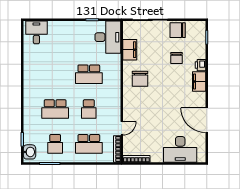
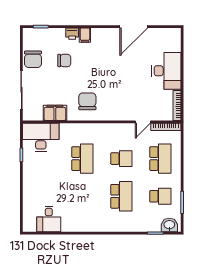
desk: (36, 32) -> (49, 219), moved, turned -90
chair: (140, 79) -> (87, 101), turned -90
filing cabinet: (199, 81) -> (85, 35), width x0.50
door: (122, 128) -> (143, 122), swing flipped
desk: (180, 149) -> (166, 71), moved

